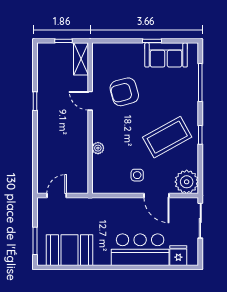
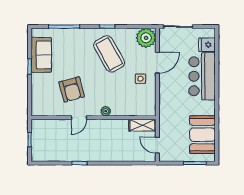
shelving: (81, 59) -> (142, 125), moved
plant: (98, 148) -> (106, 111), moved

